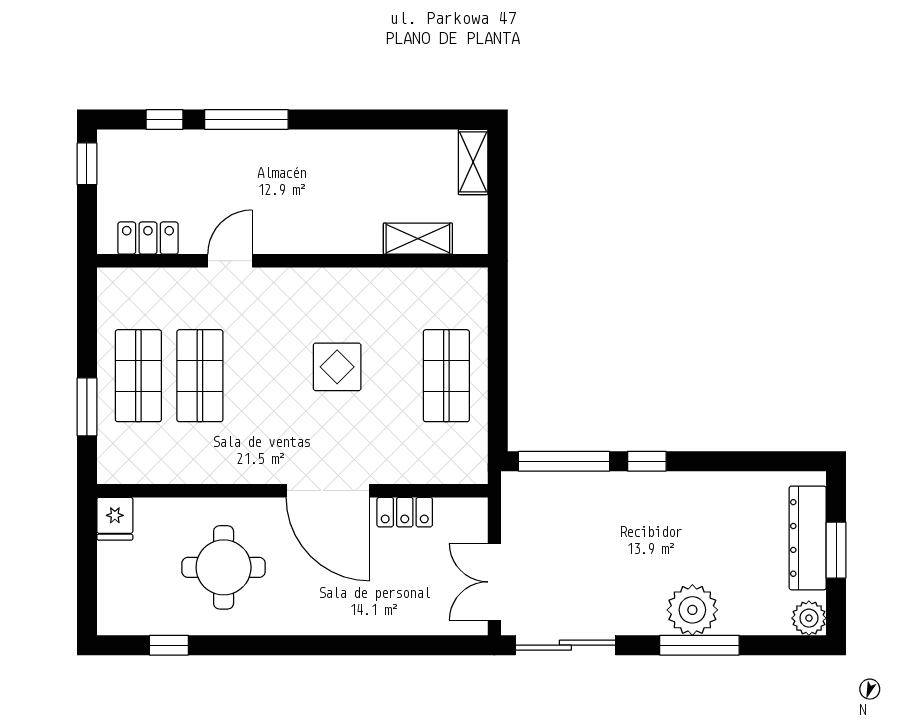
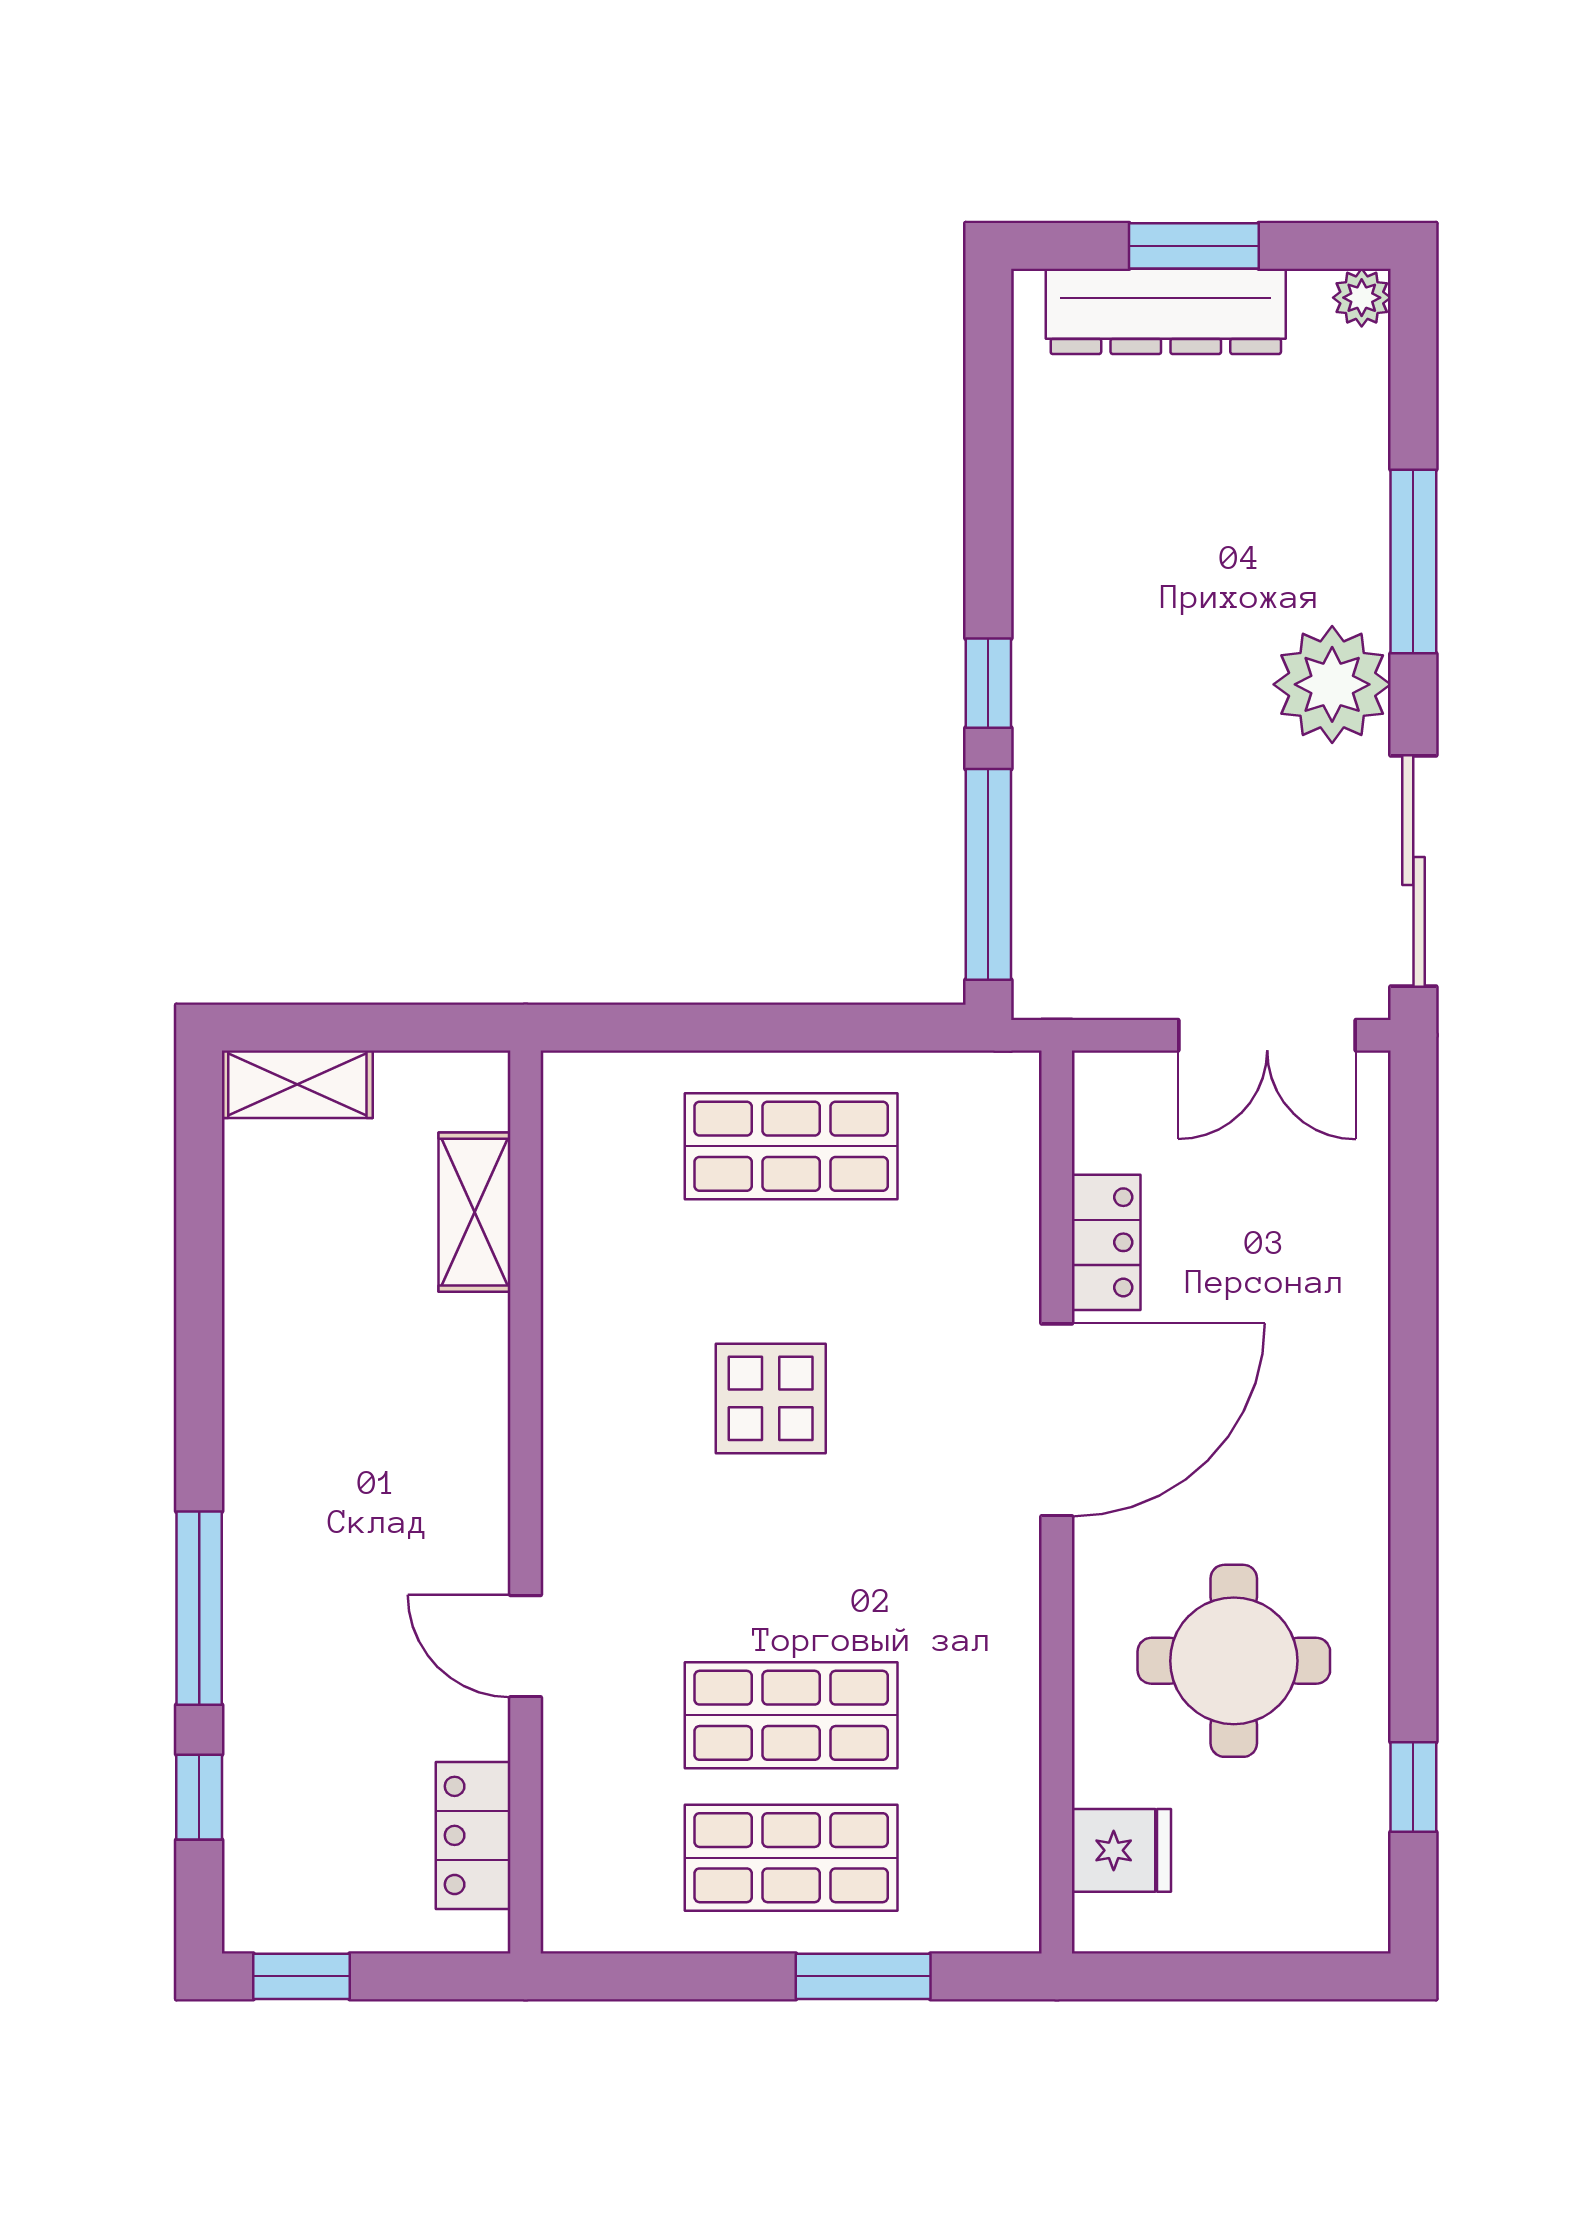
fridge: (115, 519) -> (1121, 1850), moved
plant: (692, 610) -> (1332, 684), moved
plant: (809, 618) -> (1362, 298), width x0.73, depth x0.73

